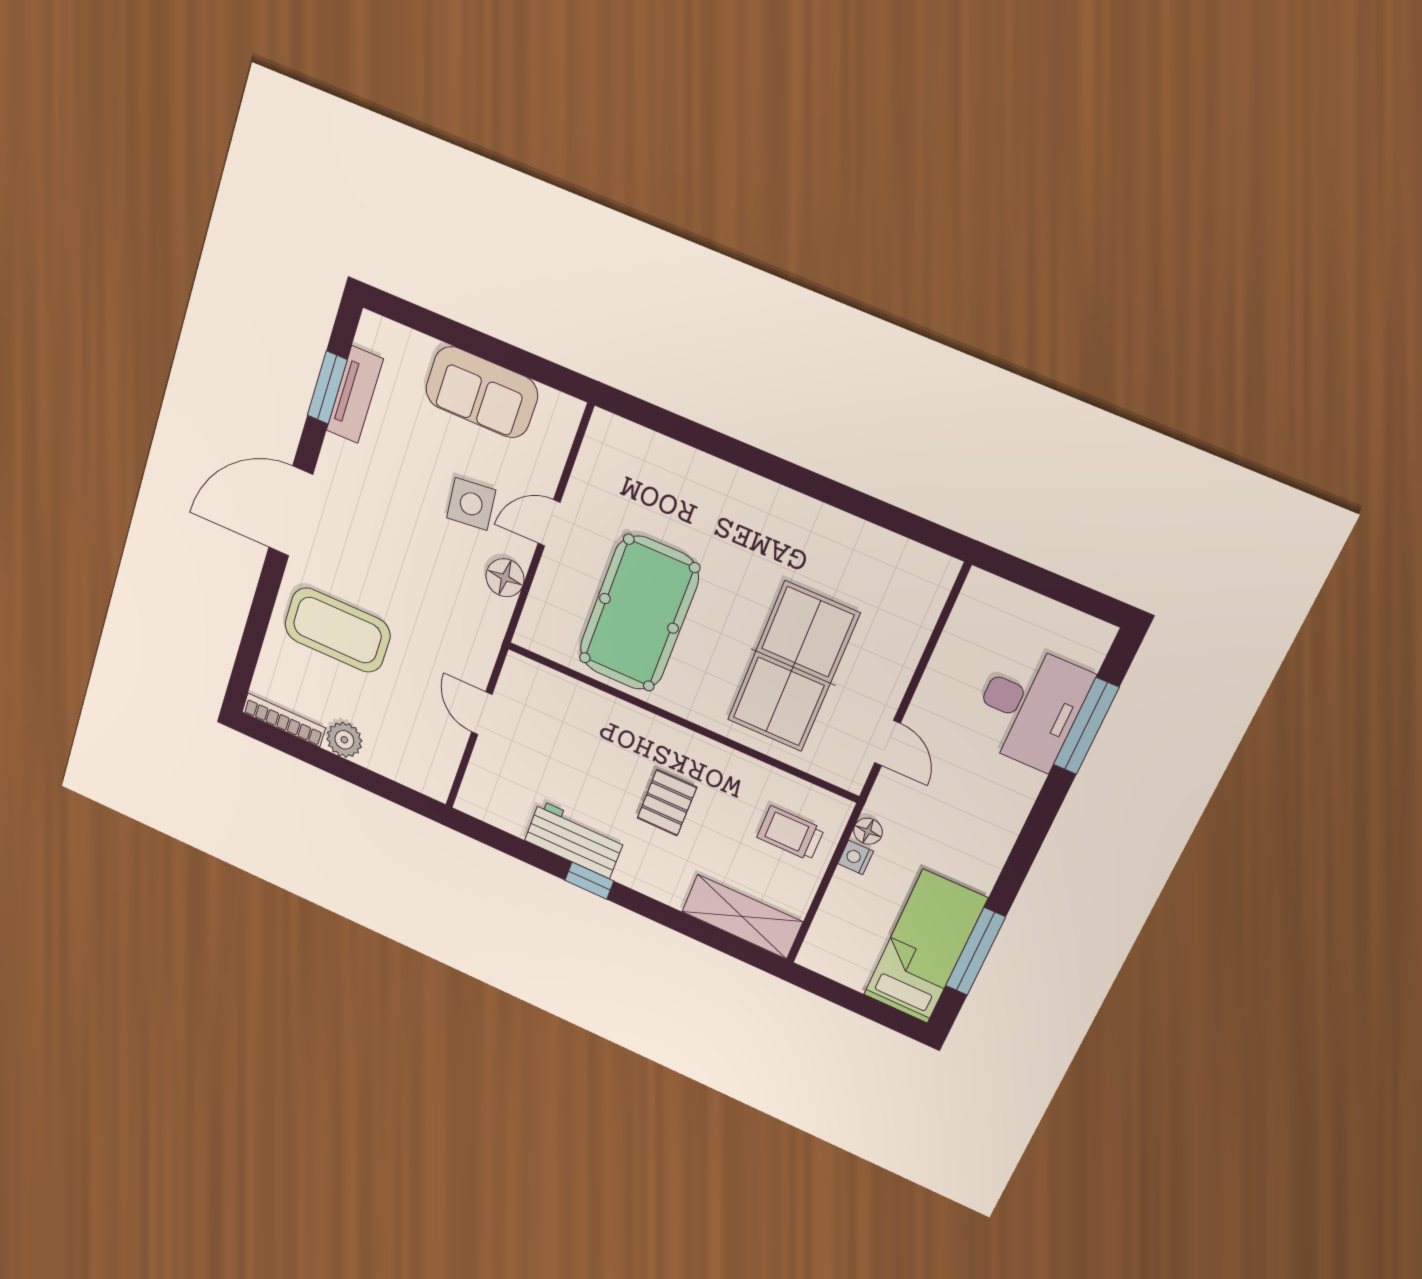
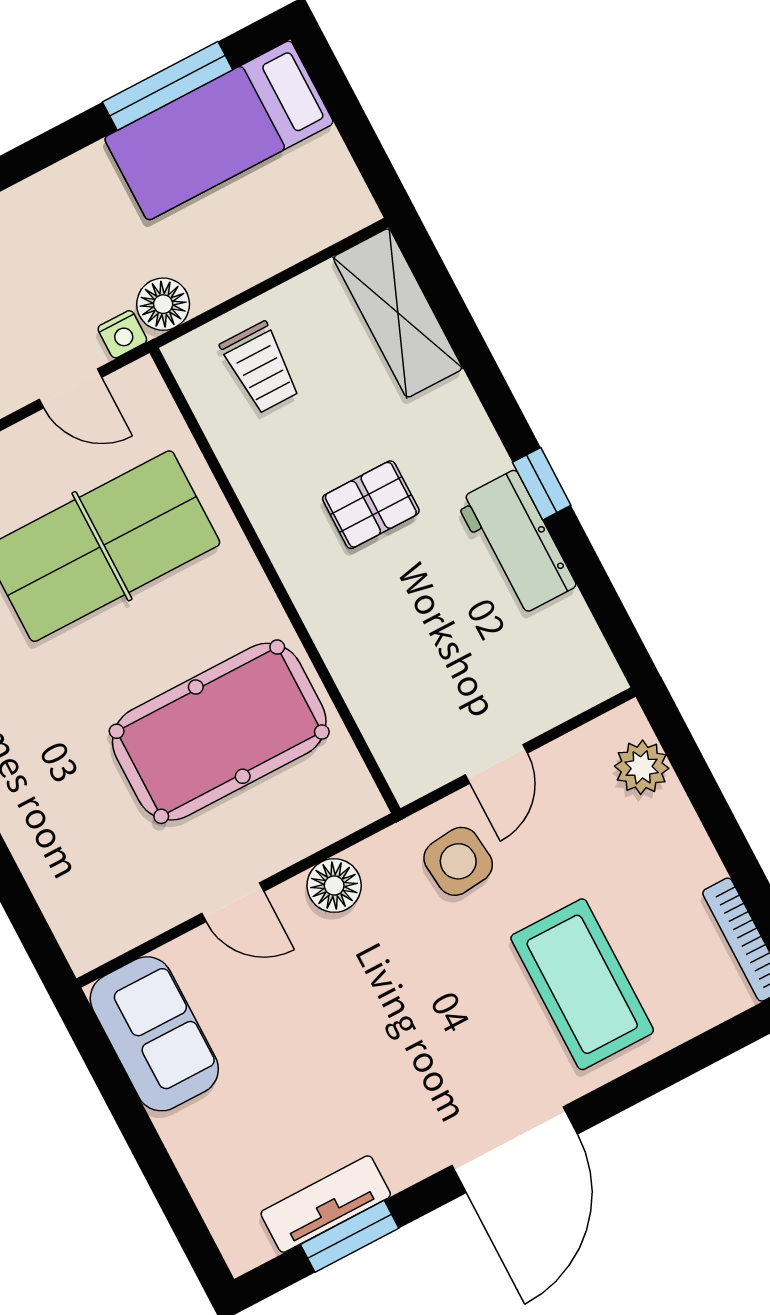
sofa: (482, 392) -> (154, 1034), moved
side table: (471, 504) -> (458, 861), moved
door: (291, 511) -> (515, 1150), hinge flipped
plant: (344, 740) -> (642, 767), moved
door: (887, 743) -> (70, 388), swing flipped
floor lamp: (868, 831) -> (163, 304), width x1.37, depth x1.37
nightstand: (856, 857) -> (122, 334), moved

